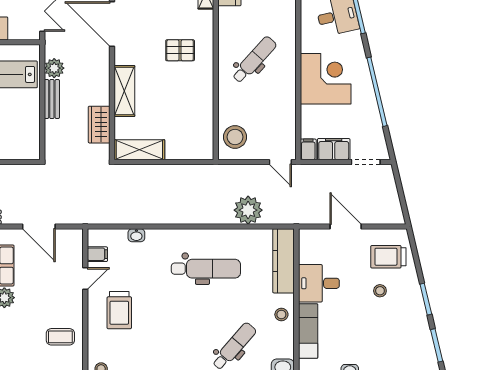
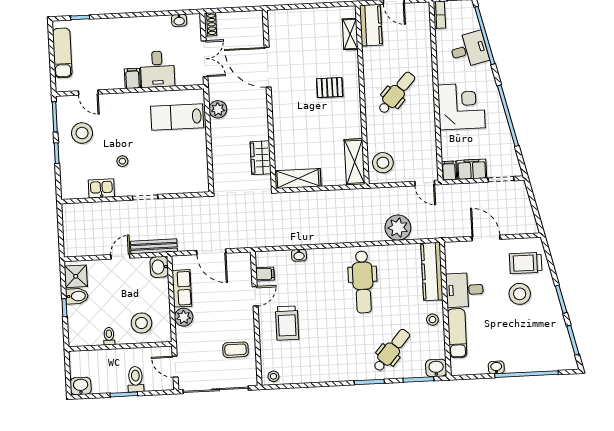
shelving: (124, 91) -> (355, 162), moved
bench: (52, 99) -> (217, 137), removed
dental chair: (206, 269) -> (363, 282), turned 90
stool: (380, 291) -> (520, 294), width x1.89, depth x1.89

